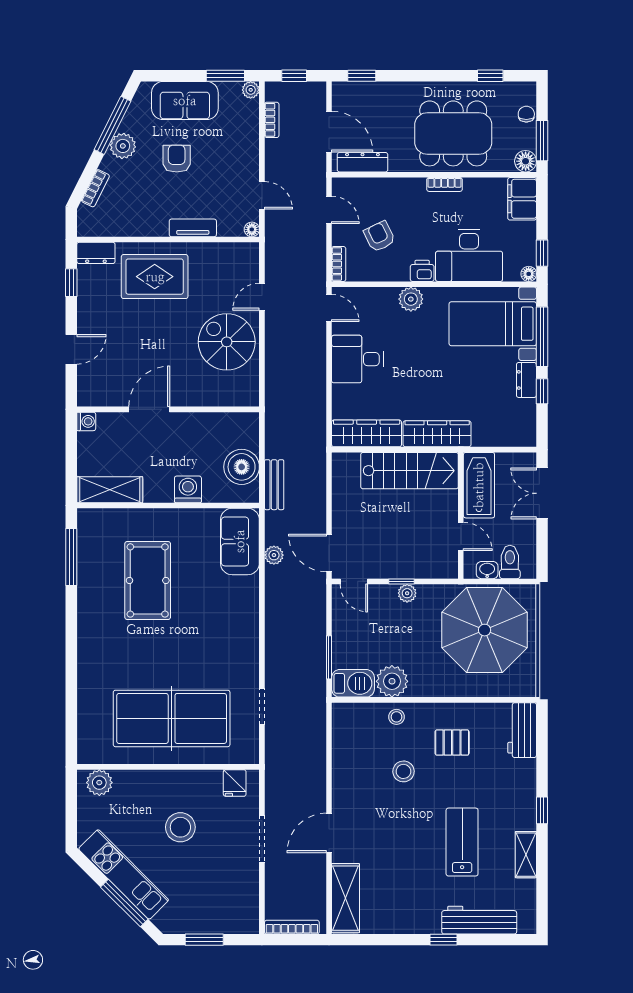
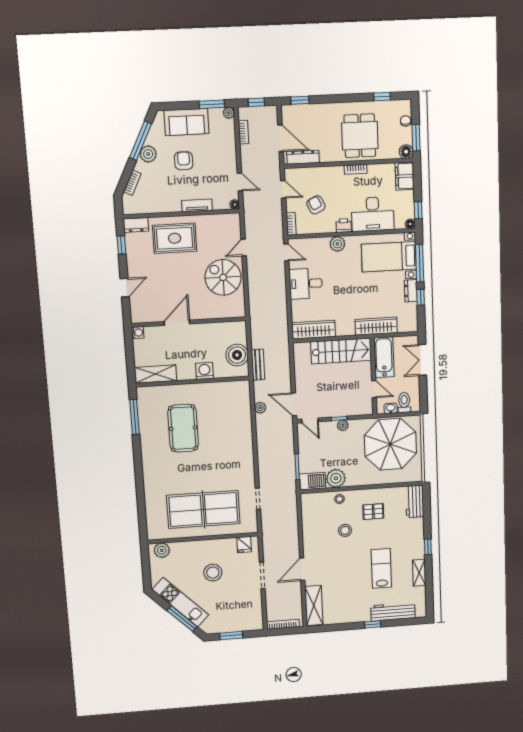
dining table: (453, 133) -> (360, 136), width x0.73
wardrobe: (437, 434) -> (376, 326), moved
sofa: (240, 541) -> (239, 401), removed

